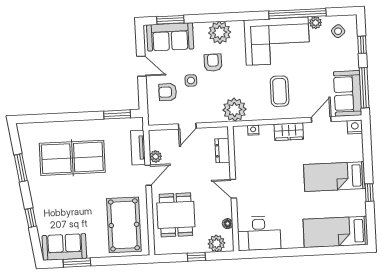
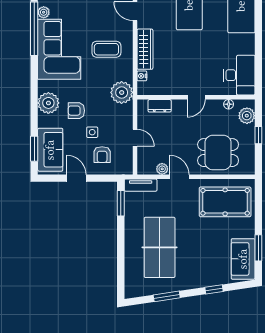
door: (141, 66) -> (76, 178), hinge flipped
wardrobe: (289, 132) -> (145, 49), width x1.50
tv unit: (138, 148) -> (141, 185), moved

